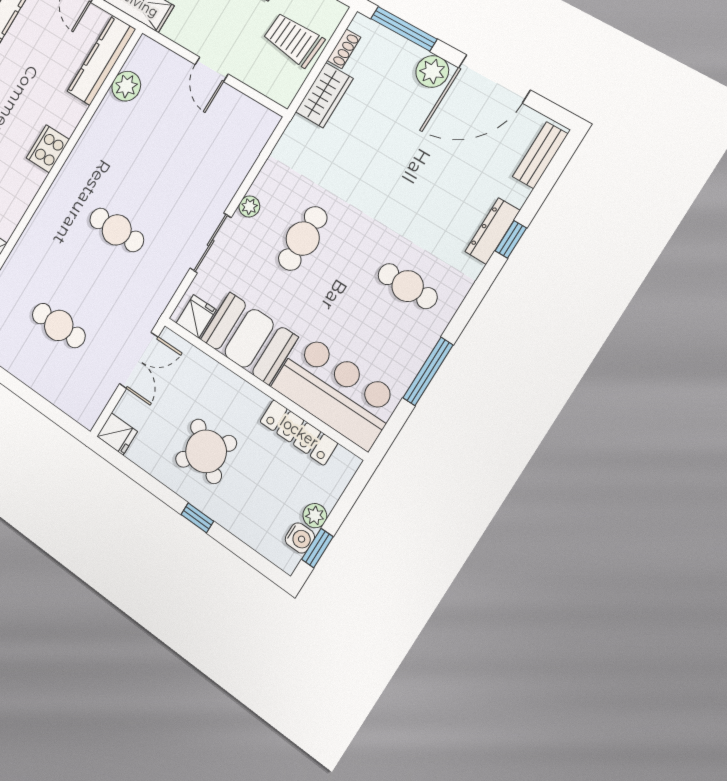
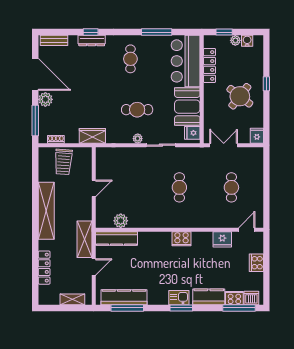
wardrobe: (324, 95) -> (92, 136), moved
cooker: (48, 149) -> (181, 239), moved
window: (317, 548) -> (224, 32), moved

